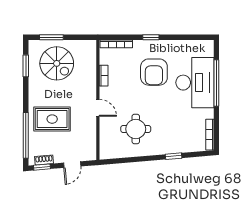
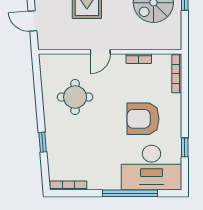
window: (151, 37) -> (185, 147), moved
desk: (195, 83) -> (152, 168), moved

